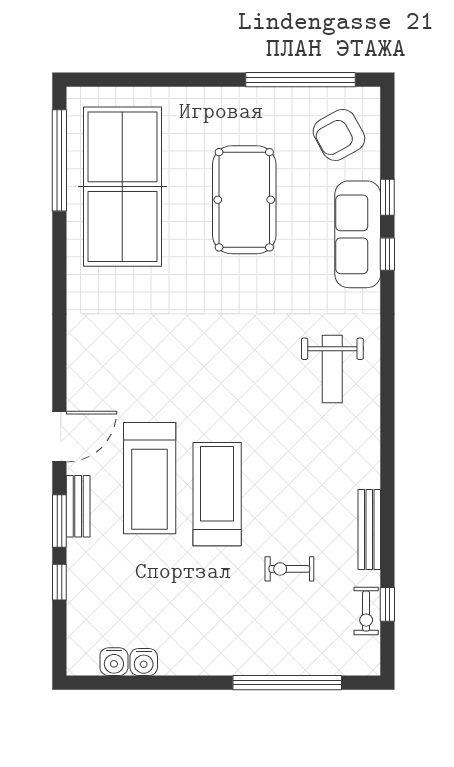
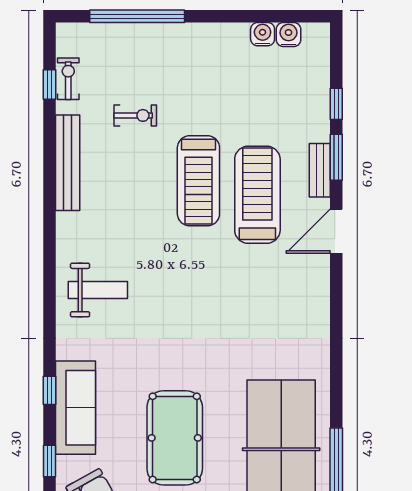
window: (387, 197) -> (50, 461), moved
weight bench: (332, 369) -> (98, 290), turned 90
bench: (369, 529) -> (68, 163), width x1.37, depth x1.21

